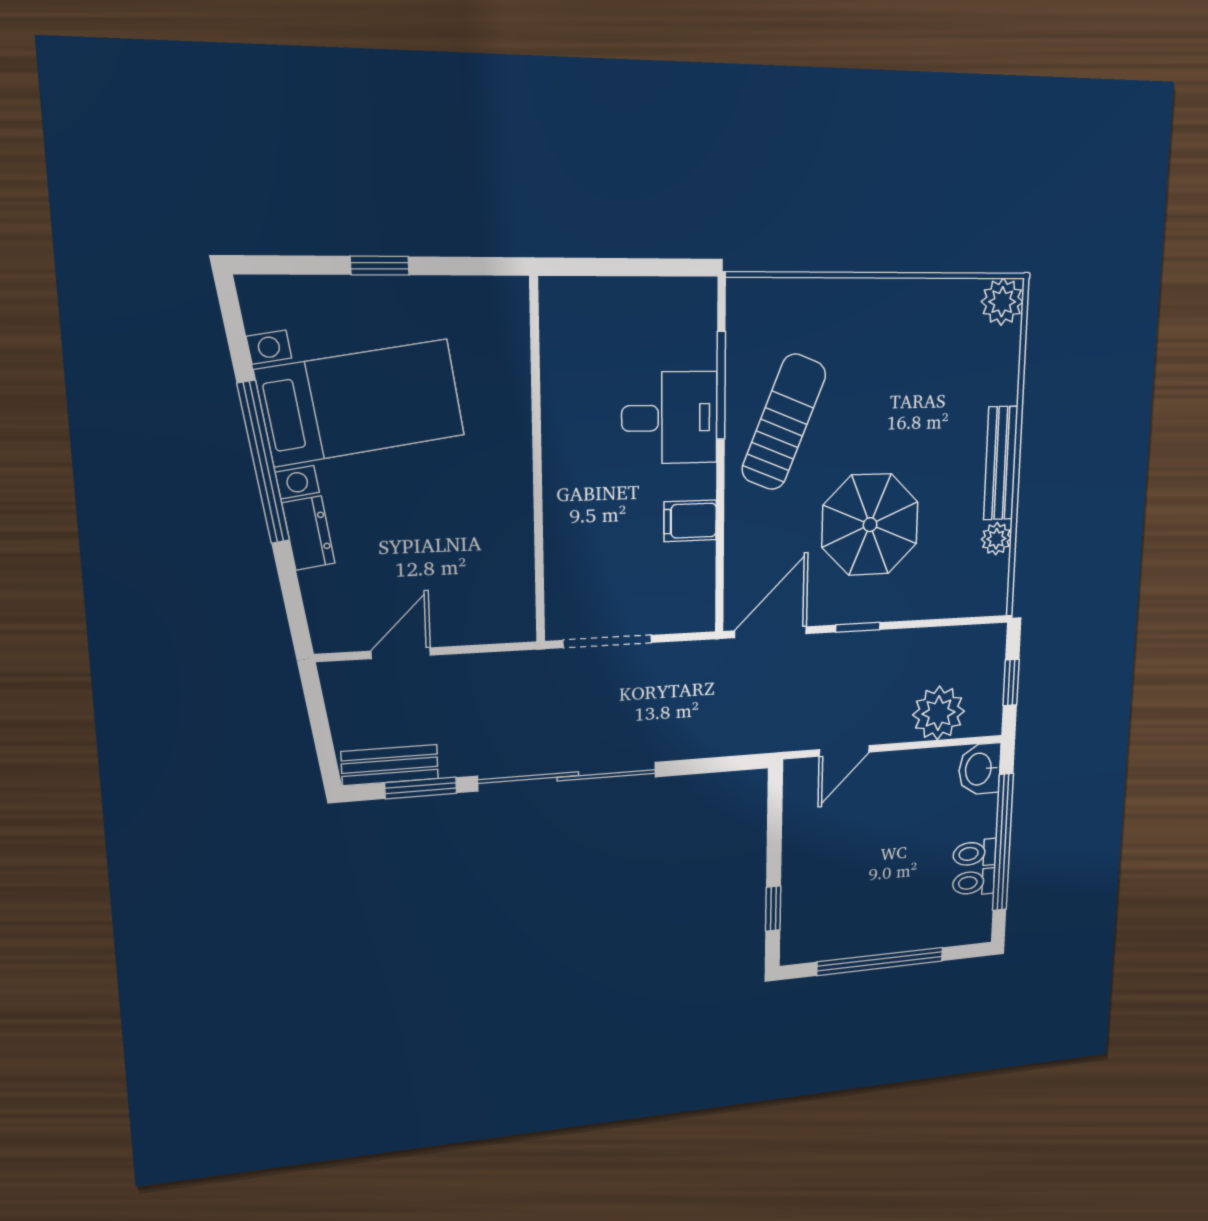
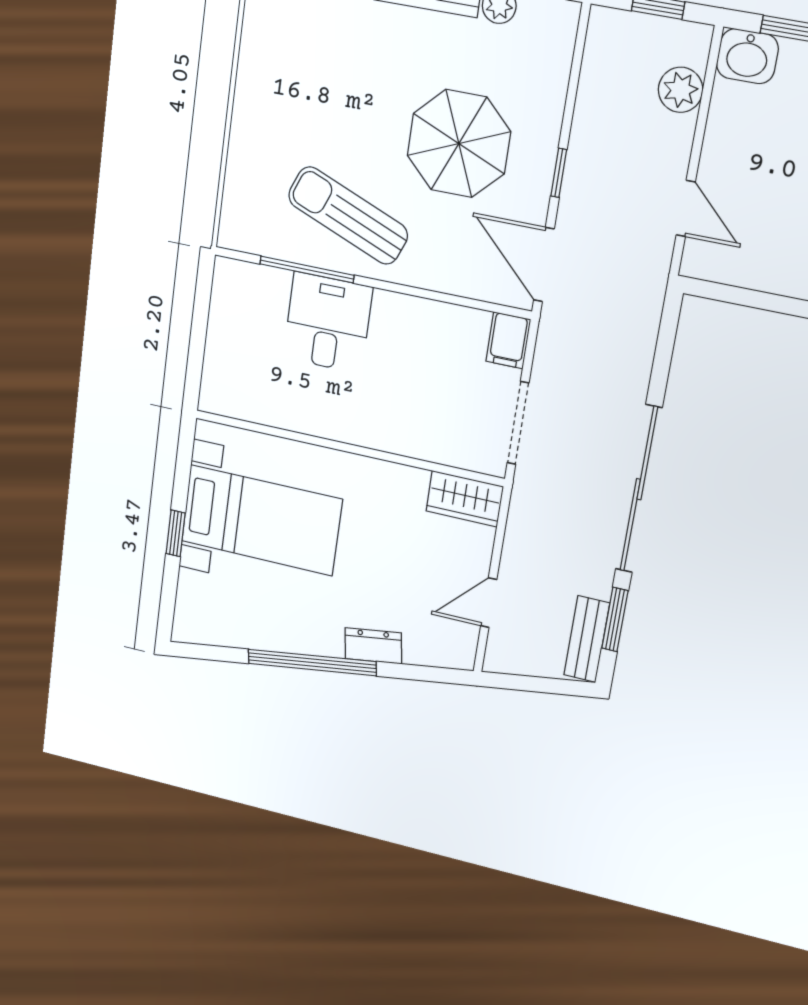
bed with nightstands: (361, 403) -> (261, 520), moved, turned 98
filing cabinet: (690, 521) -> (508, 340), moved
wardrobe: (512, 603) -> (465, 499), added
door: (401, 653) -> (489, 603), hinge flipped
plant: (939, 713) -> (680, 90), width x0.73, depth x0.73

